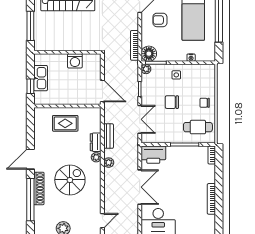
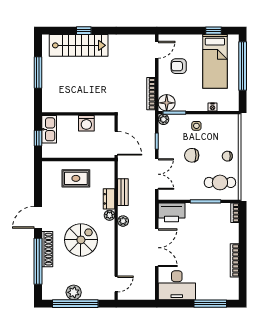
wall: (67, 52) -> (78, 114), moved
washing machine: (75, 61) -> (86, 123), moved

